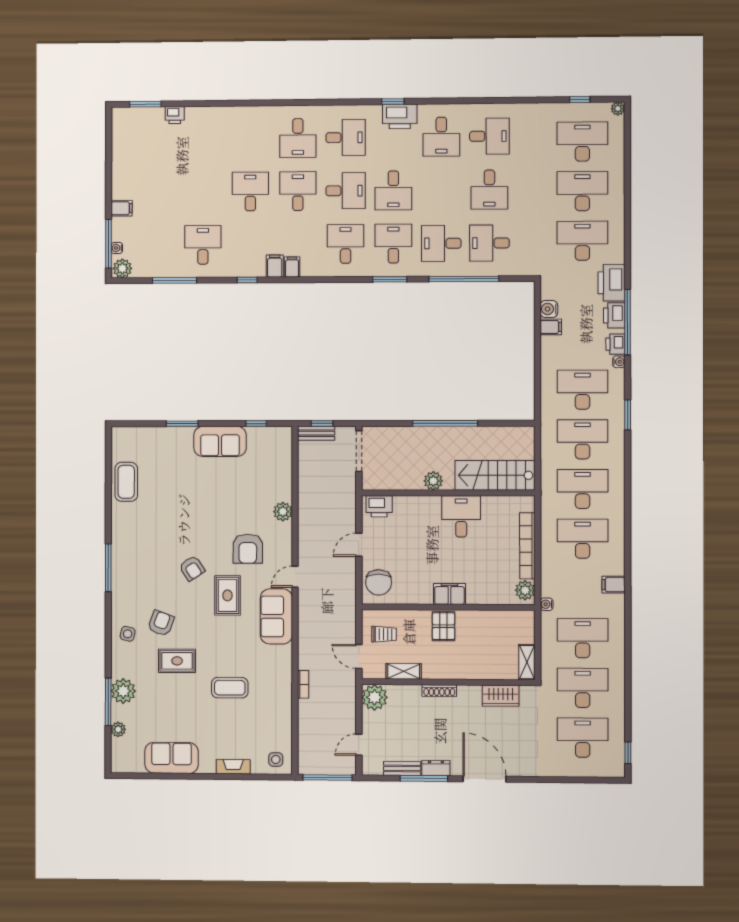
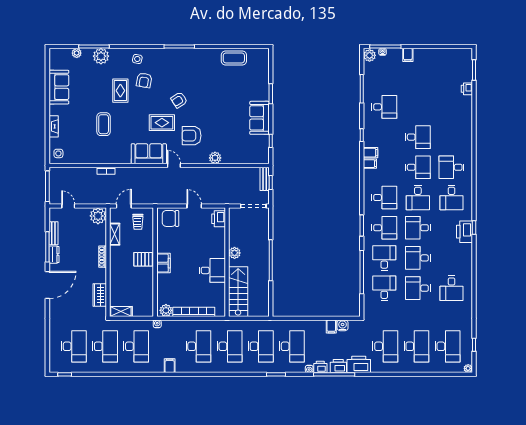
desk: (441, 137) -> (418, 258), moved
armchair: (161, 623) -> (144, 80), turned 80

